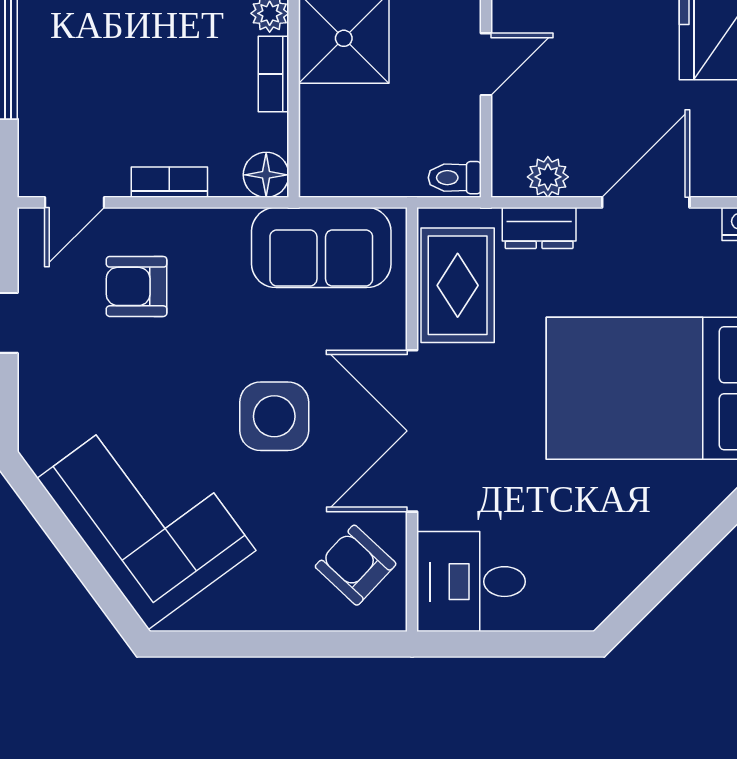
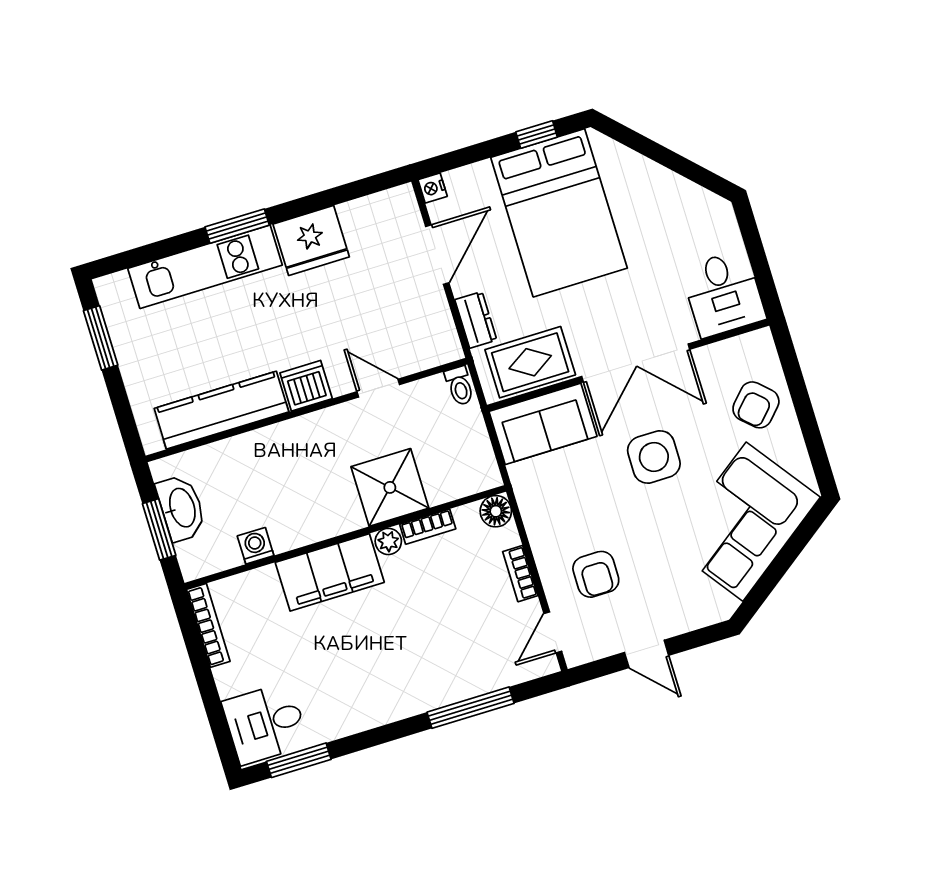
plant: (548, 177) -> (440, 324), removed
door: (74, 202) -> (553, 632), swing flipped
door: (646, 202) -> (437, 255), swing flipped
sofa: (321, 247) -> (543, 424), moved, turned 90
armchair: (356, 565) -> (756, 405), moved

